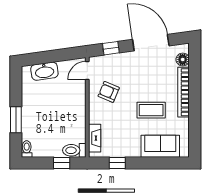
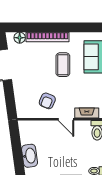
window: (111, 48) -> (10, 99), removed
door: (87, 71) -> (66, 119), moved

